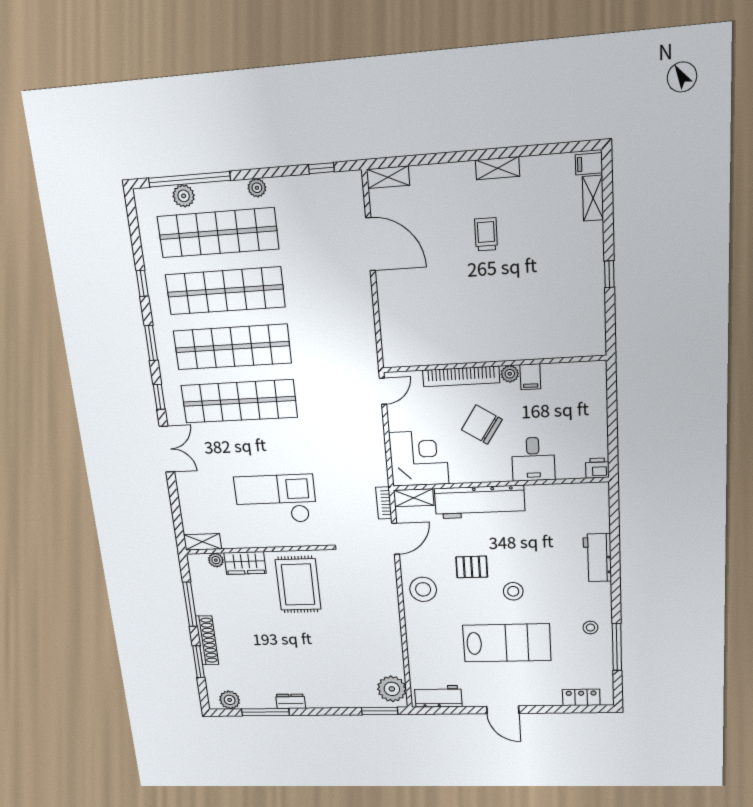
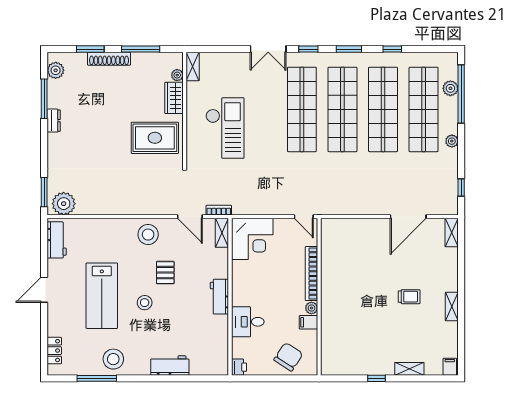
shelving: (593, 198) -> (409, 369), moved
chair: (482, 425) -> (288, 357), moved
workbench: (480, 502) -> (219, 297), width x0.53, depth x0.76
stool: (590, 628) -> (113, 359), width x1.89, depth x1.89

